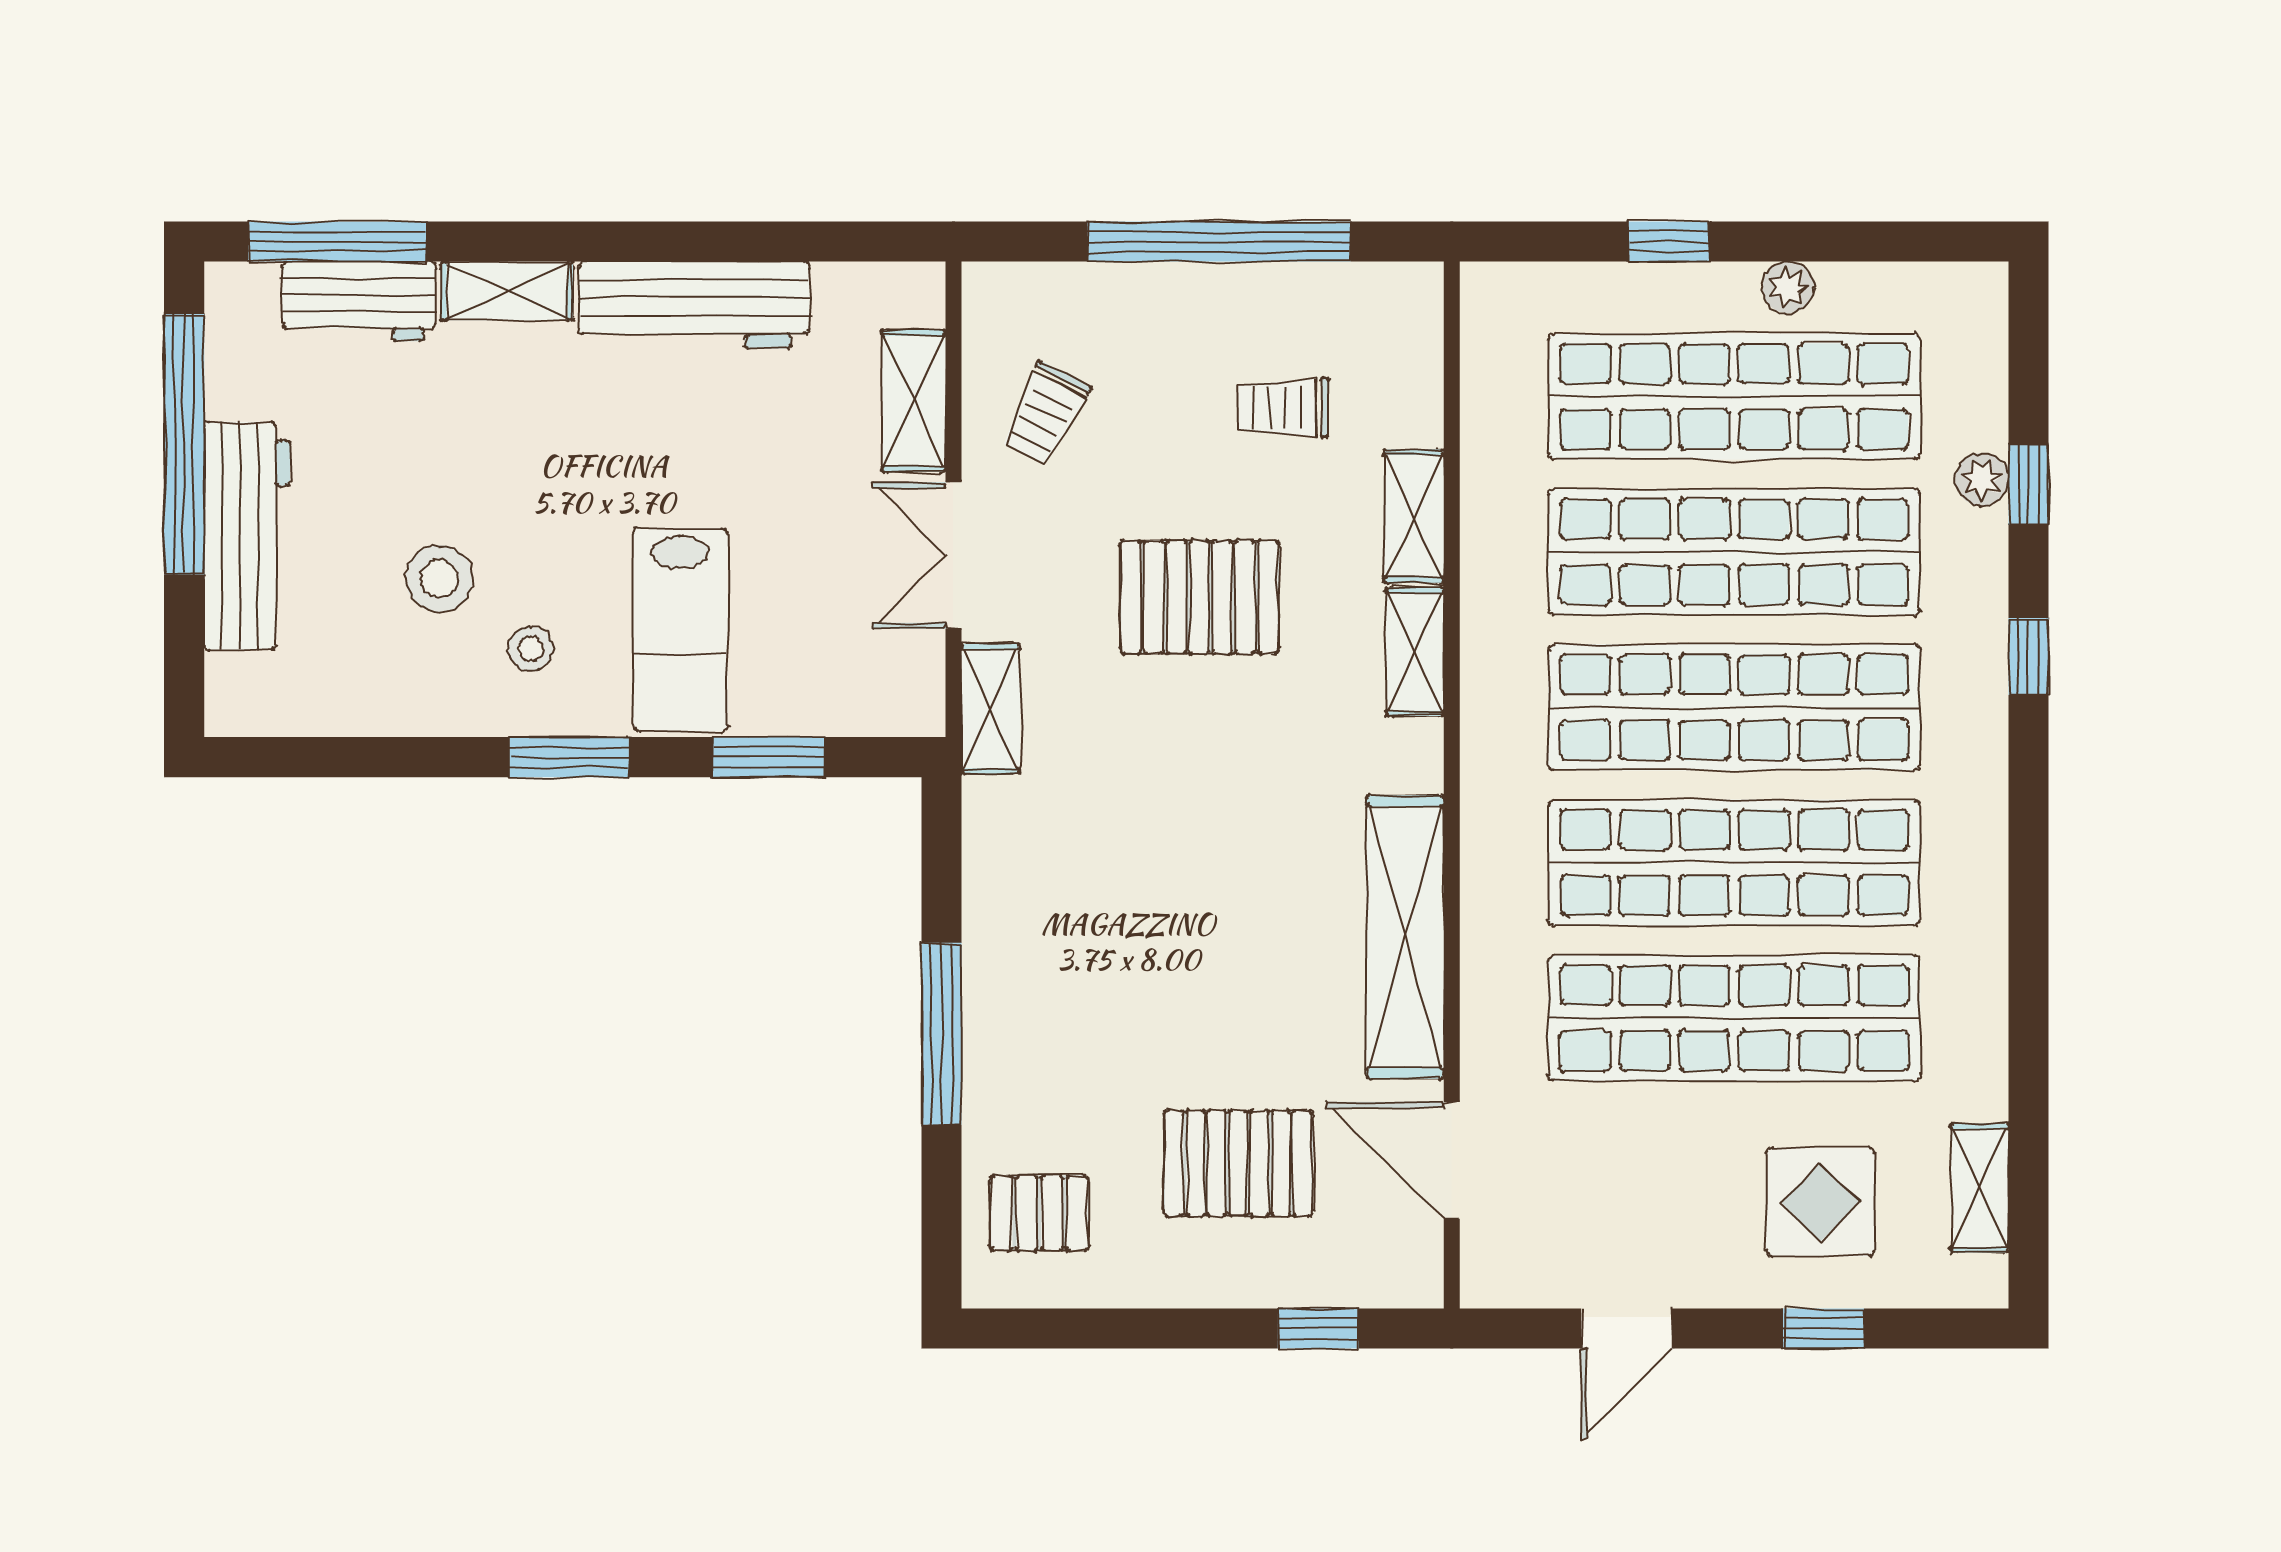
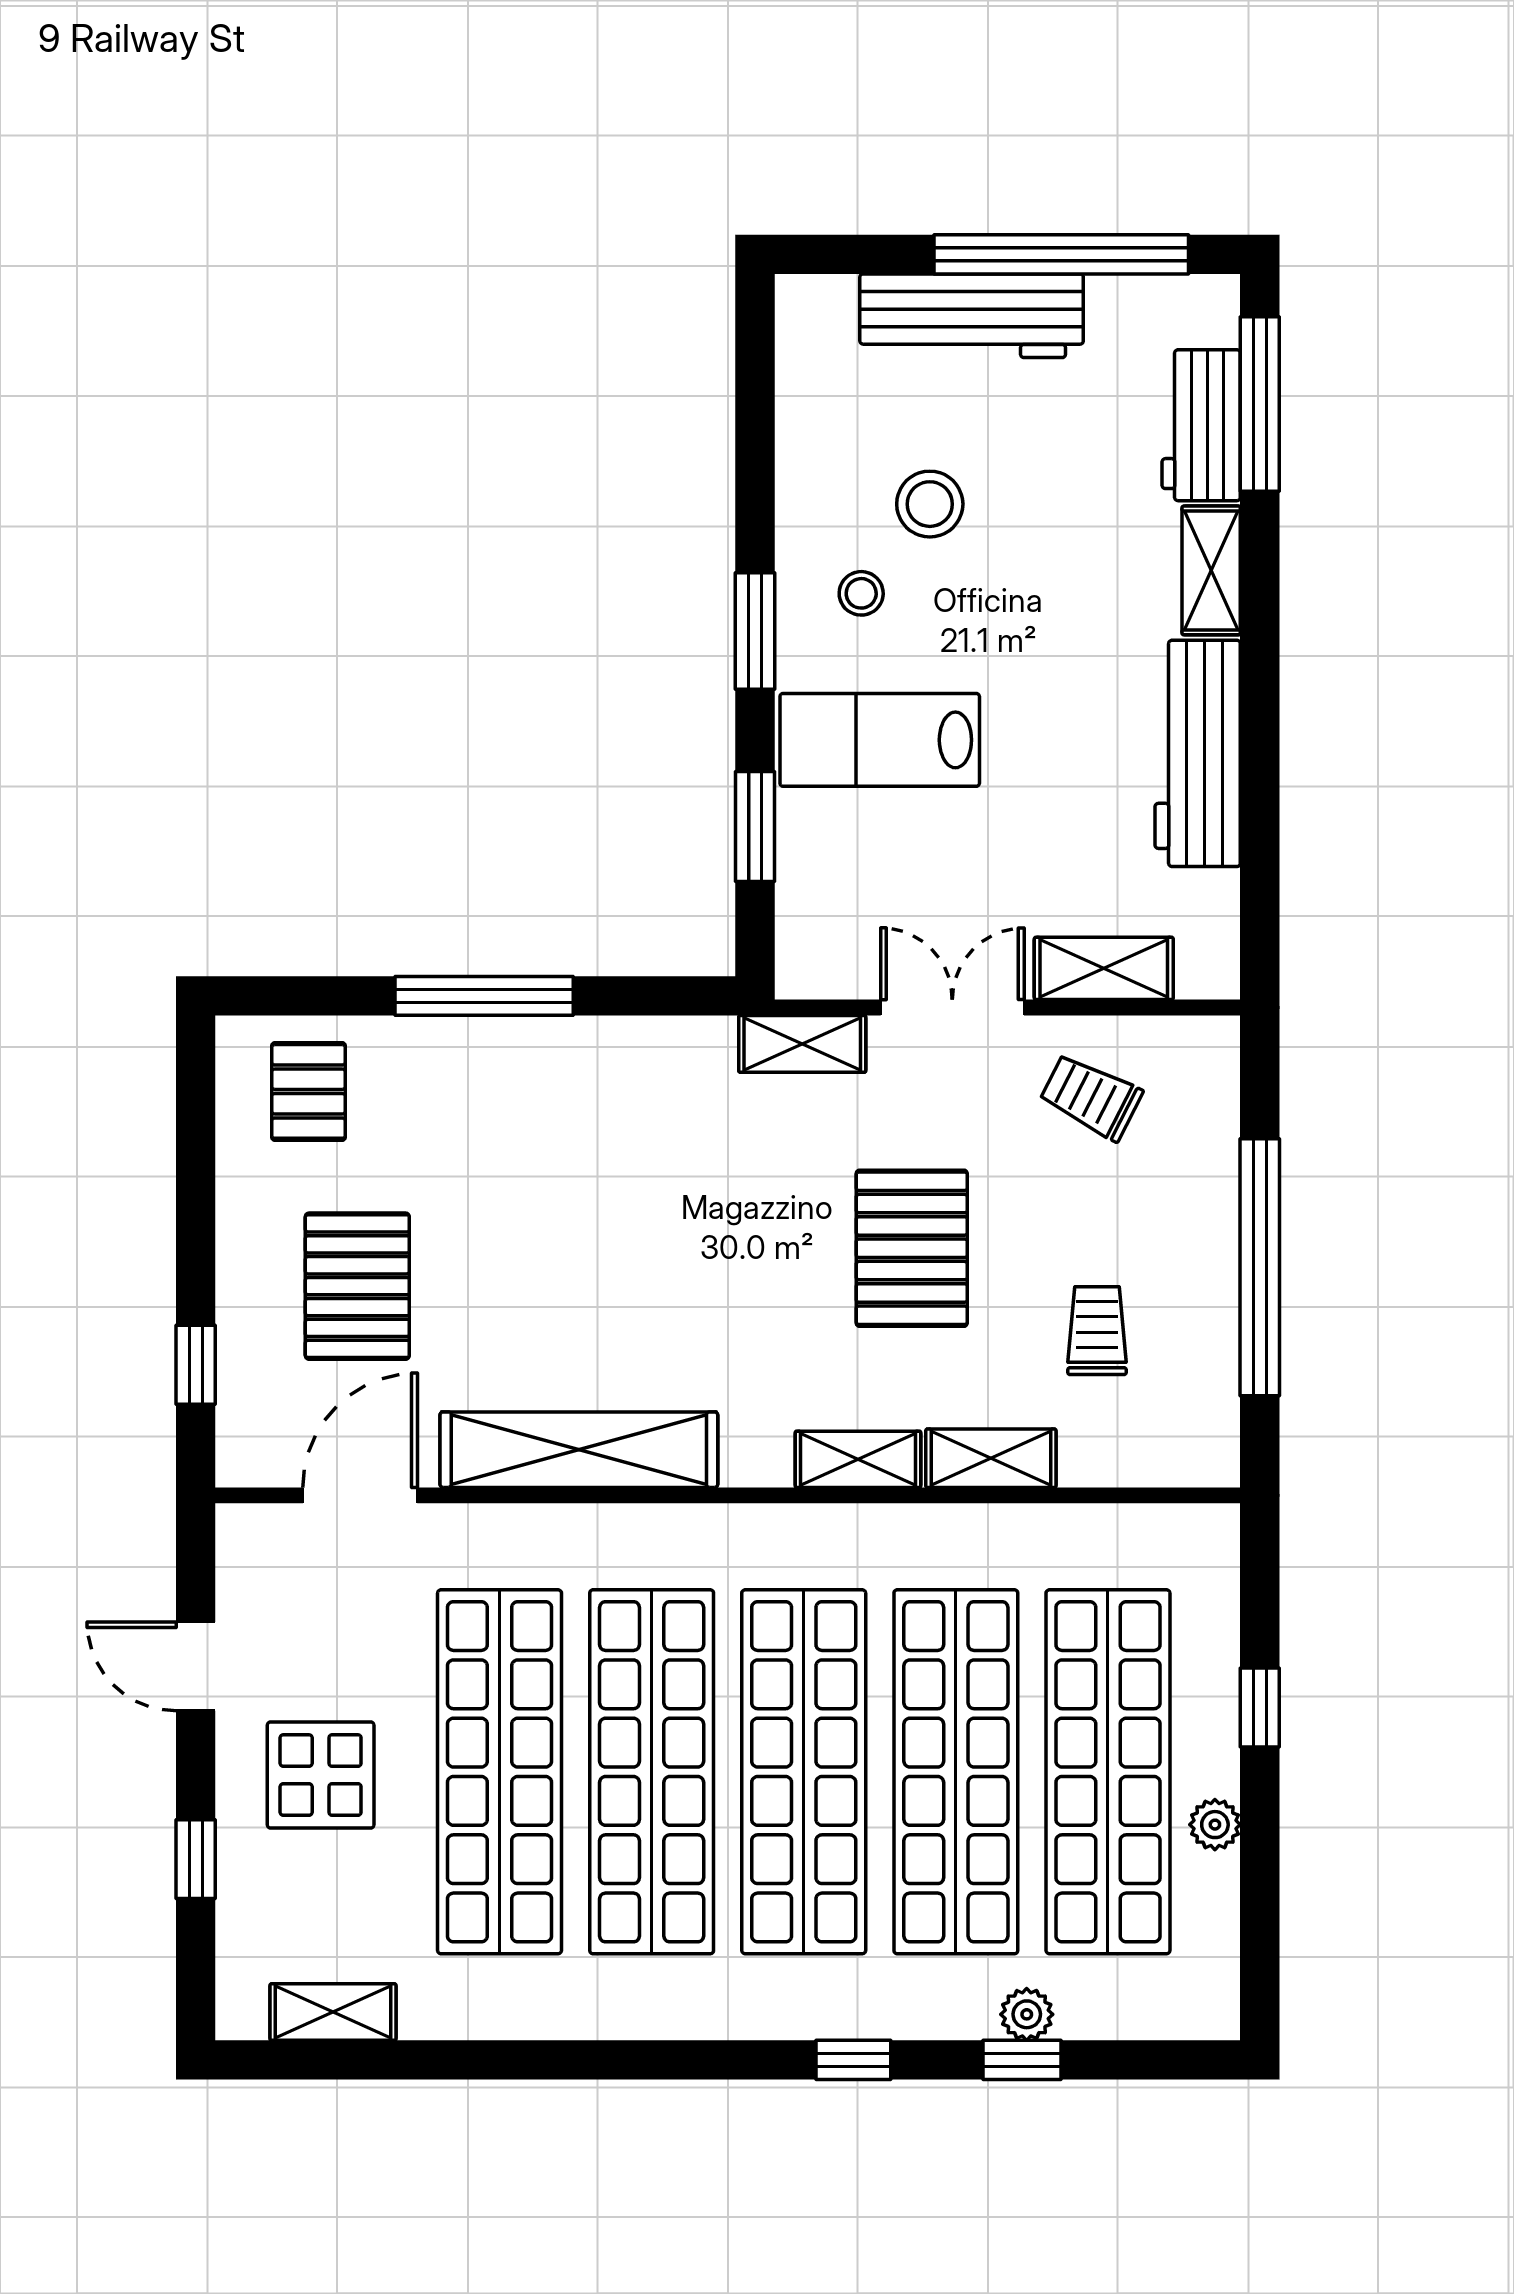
display table: (1820, 1202) -> (321, 1775), moved

